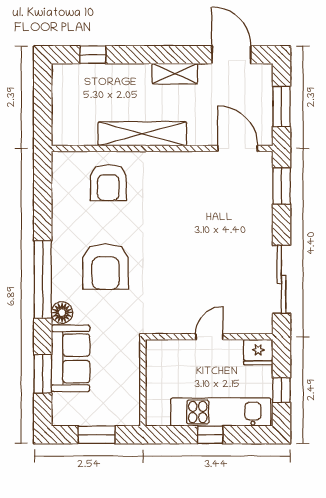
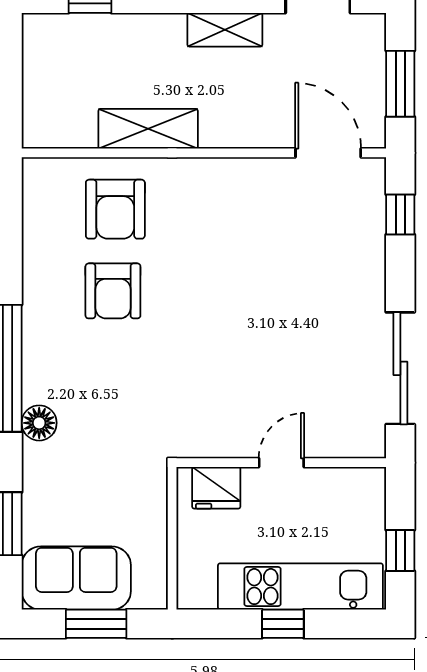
shelving: (142, 134) -> (148, 129), width x0.68
window: (281, 186) -> (400, 214), width x0.67
armchair: (106, 267) -> (113, 291), moved, width x0.73, depth x0.73
fridge: (258, 352) -> (216, 488), moved
sofa: (71, 358) -> (76, 578), moved, turned -90

